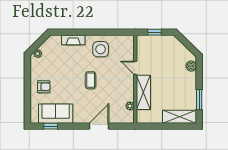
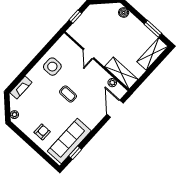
fireplace: (73, 40) -> (21, 88), moved
door: (135, 68) -> (88, 54), hinge flipped
shelving: (143, 92) -> (121, 73), moved
sofa: (56, 114) -> (69, 141), width x1.36
door: (99, 126) -> (115, 109), moved

